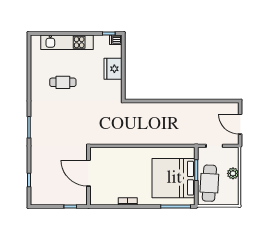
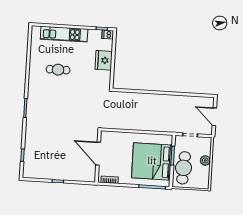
door: (89, 173) -> (98, 154), moved
wall: (89, 176) -> (98, 156), moved

